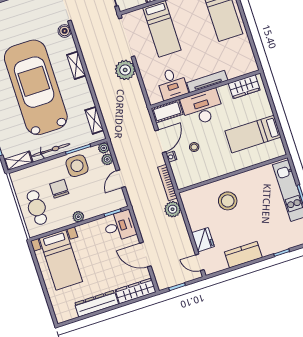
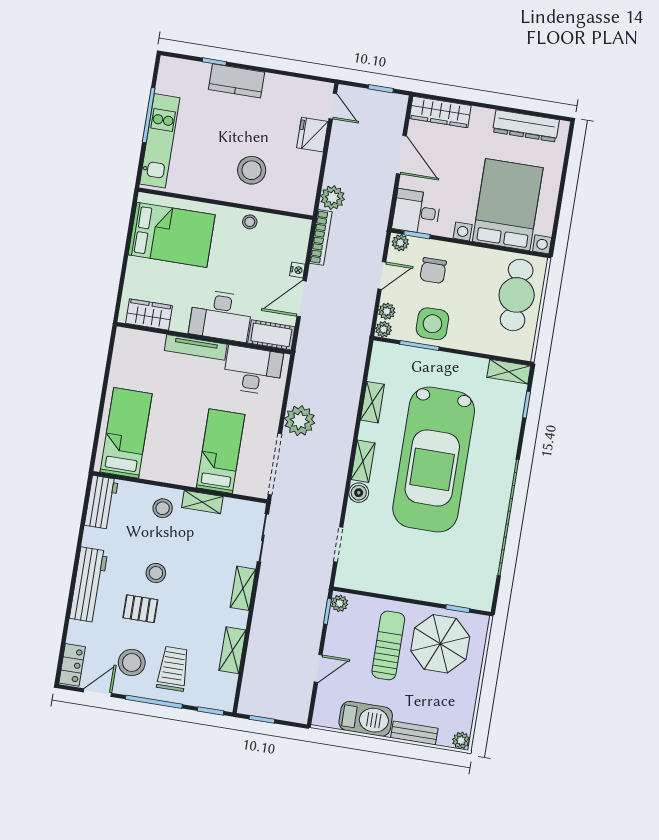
boiler: (65, 31) -> (359, 493), moved
desk: (172, 84) -> (253, 370), width x1.37
shelving: (94, 120) -> (372, 402), moved
bed: (253, 134) -> (172, 235), width x1.50
stool: (194, 147) -> (250, 222), moved
bicycle: (51, 150) -> (457, 363), removed
chair: (59, 189) -> (433, 271), moved
cafe table: (37, 208) -> (517, 295), width x1.37, depth x1.35
plant: (78, 217) -> (400, 243), moved
kitchen counter: (243, 255) -> (237, 81), moved
bed with nightstands: (61, 260) -> (508, 205), width x1.36
dresser: (96, 304) -> (526, 126), moved

